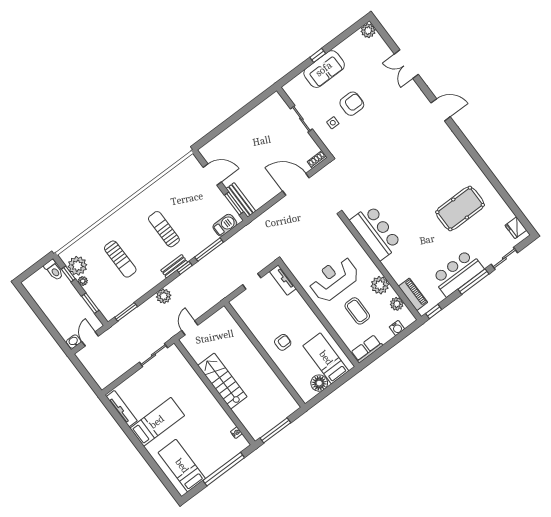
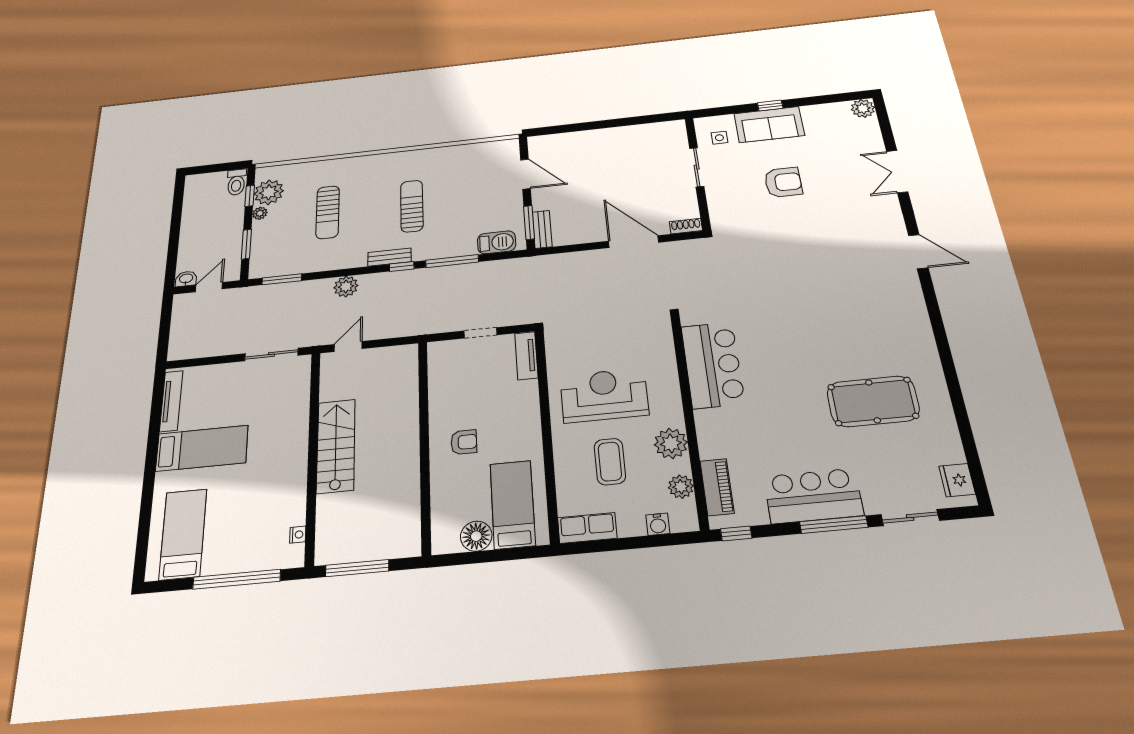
side table: (333, 123) -> (719, 138), moved
bench: (241, 200) -> (542, 229), width x0.73

